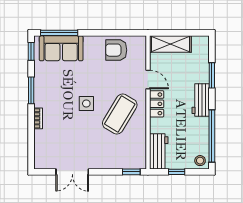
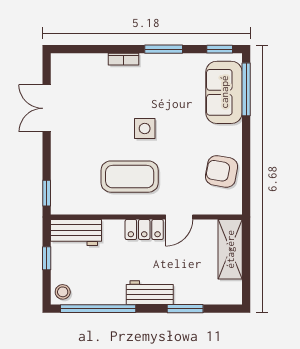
armchair: (116, 50) -> (222, 171), turned -80
coffee table: (120, 114) -> (130, 177), turned -31

